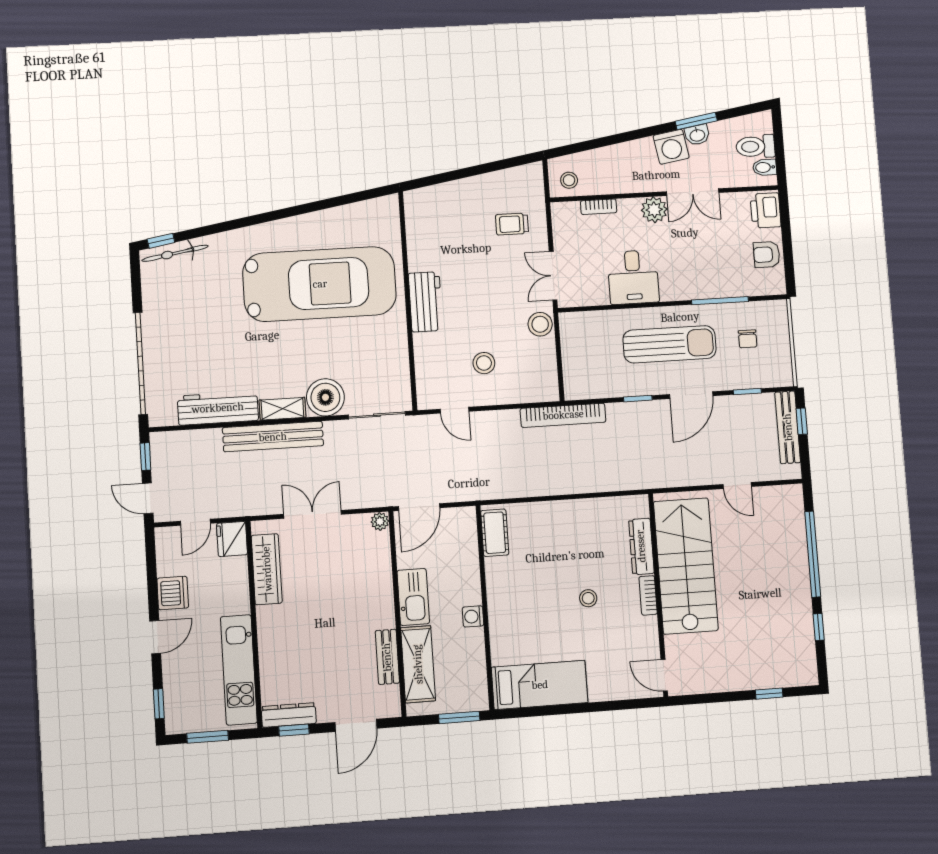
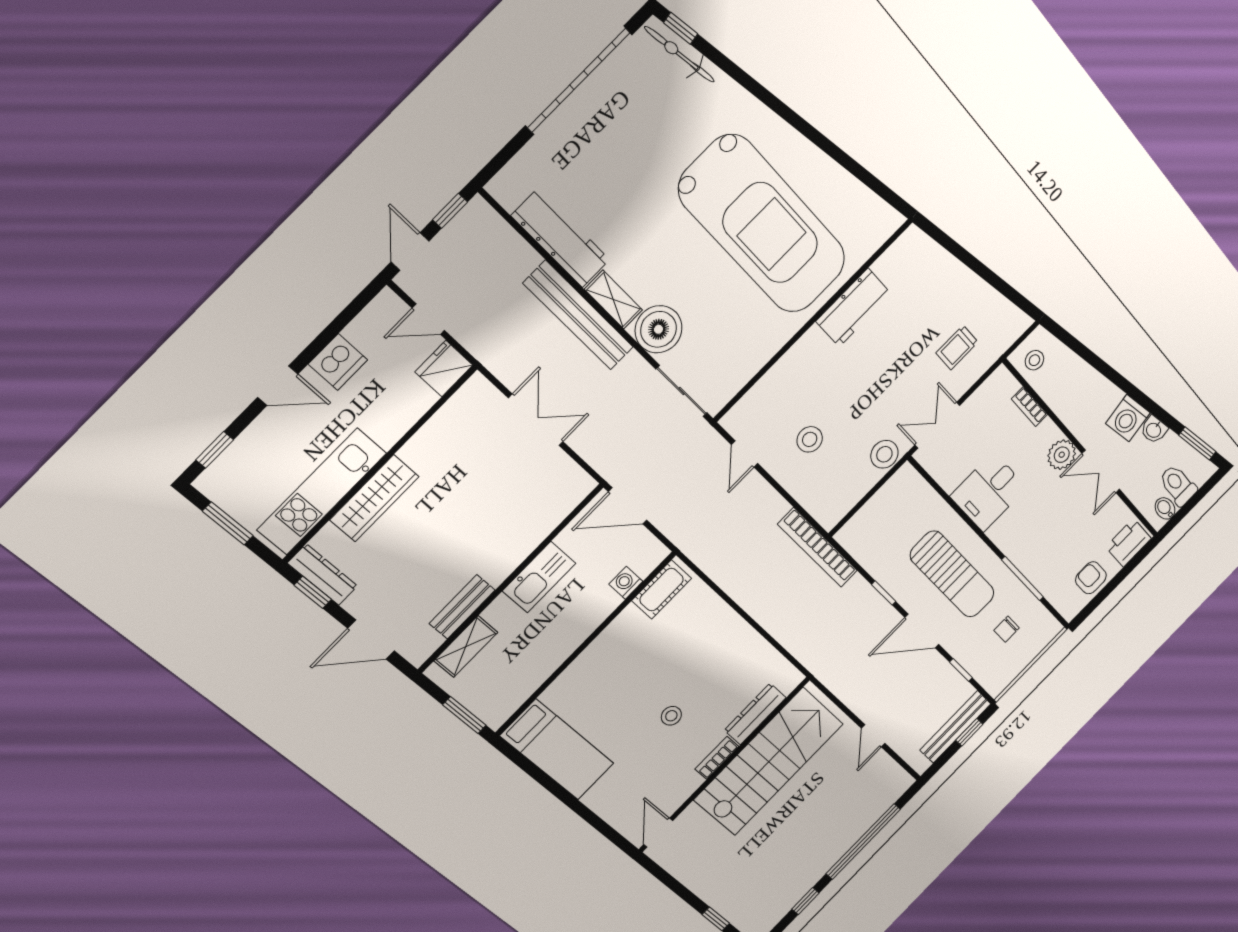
window: (696, 121) -> (1197, 443), moved
trolley: (512, 224) -> (957, 348), turned -90
workbench: (426, 302) -> (854, 307), moved
garage door: (140, 363) -> (579, 80), moved
plant: (380, 521) -> (583, 485), removed
wardrobe: (267, 569) -> (374, 498), moved
washing machine: (473, 616) -> (626, 583), moved
shelving: (418, 664) -> (466, 647), width x0.67, depth x0.75

